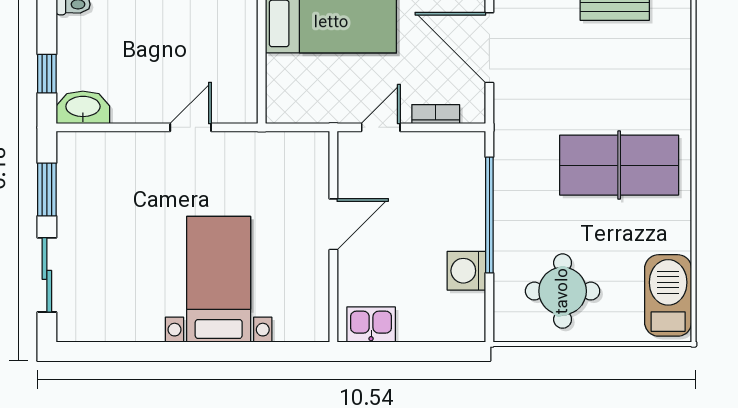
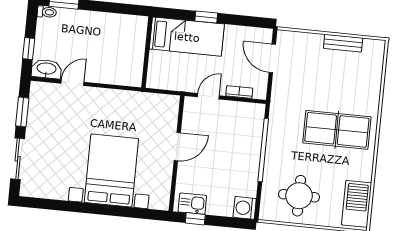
door: (489, 48) -> (272, 58), width x0.73
door: (191, 127) -> (72, 83), moved
washing machine: (466, 271) -> (245, 208), moved
bed with nightstands: (219, 279) -> (111, 170), width x1.36
window: (379, 352) -> (195, 219), added

